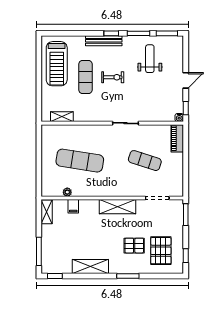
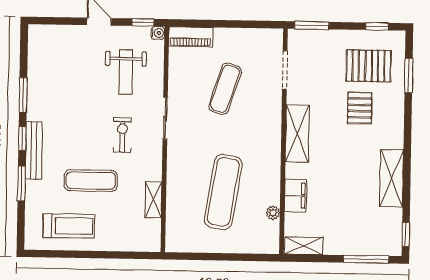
window: (167, 33) -> (22, 184), moved
weight bench: (150, 59) -> (126, 72), moved, turned -90
treadmill: (57, 64) -> (69, 226), width x0.73, depth x0.73
exercise bike: (113, 77) -> (122, 135), moved
shelving: (62, 117) -> (153, 200), moved
filing cabinet: (73, 206) -> (296, 196), width x2.00
window: (128, 276) -> (409, 75), moved

